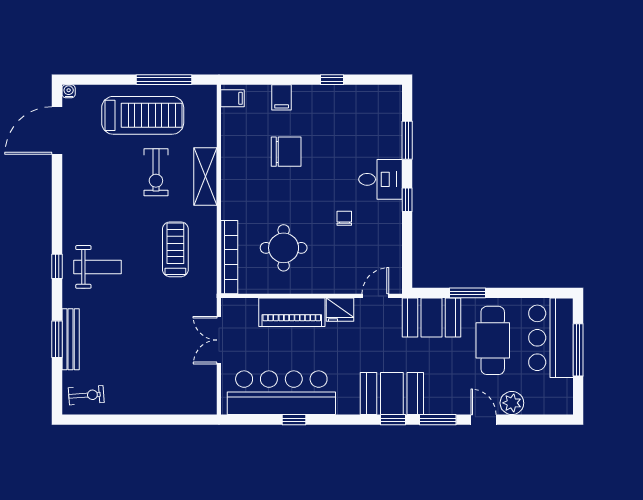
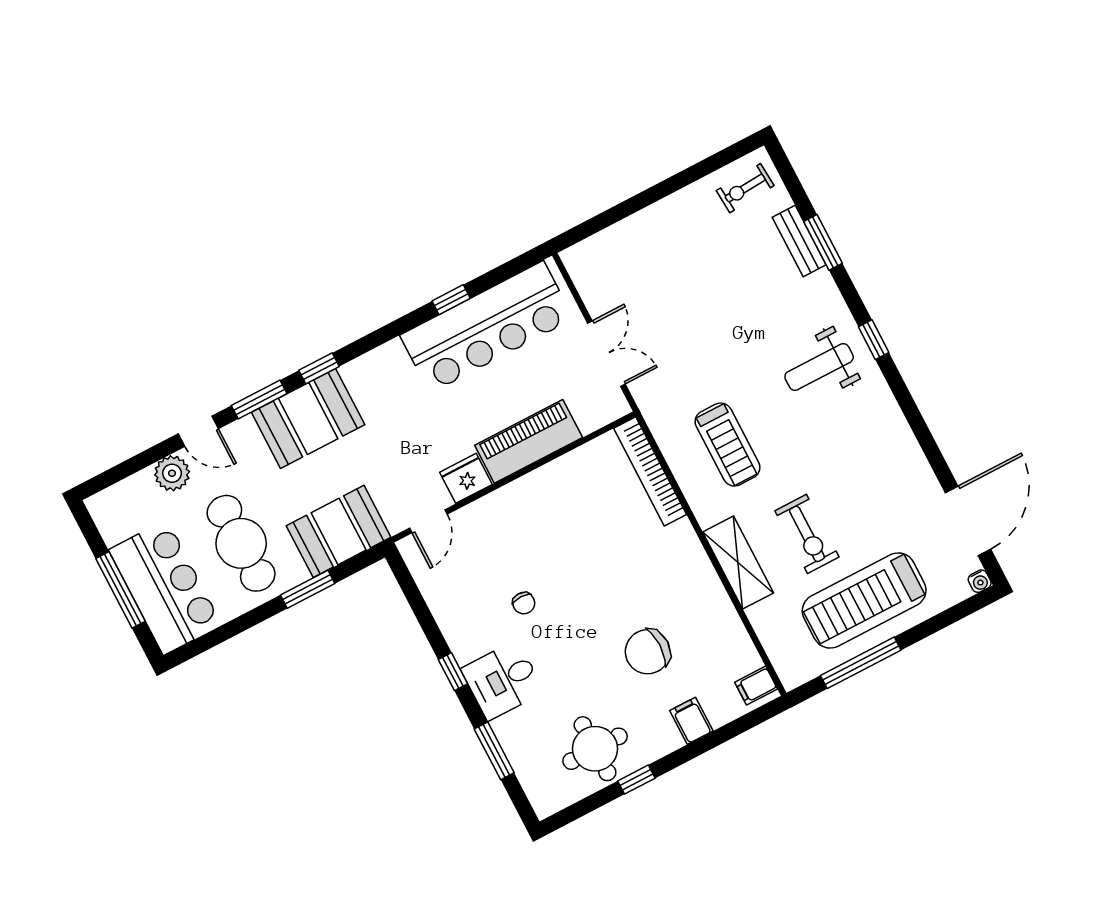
exercise bike: (156, 172) -> (807, 534), turned 180
round table: (284, 248) -> (595, 749), moved
bench: (71, 339) -> (799, 241), width x0.73
booth: (392, 393) -> (308, 418), moved

